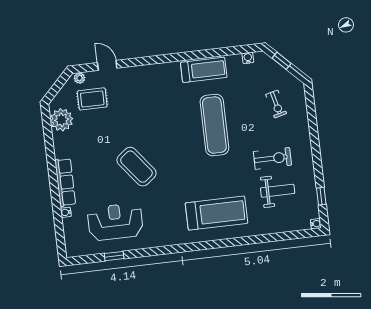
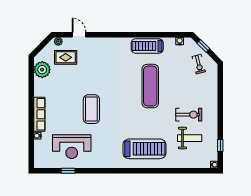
treadmill: (204, 70) -> (147, 46), turned 180
exercise bike: (276, 104) -> (199, 64), moved
coffee table: (136, 167) -> (91, 109), turned 38
reception desk: (115, 222) -> (72, 147), turned 180

